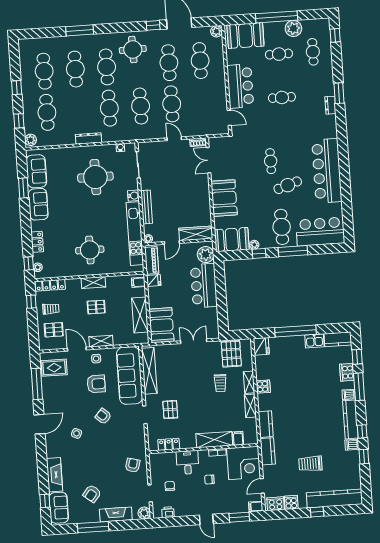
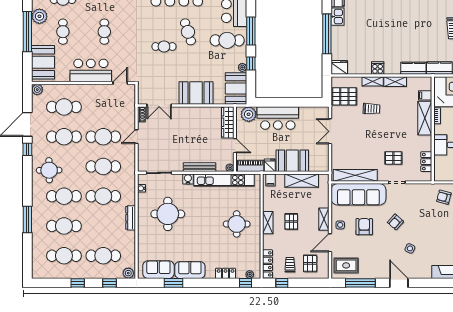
booth: (161, 325) -> (292, 161), moved
rug: (54, 368) -> (346, 265), turned 90

